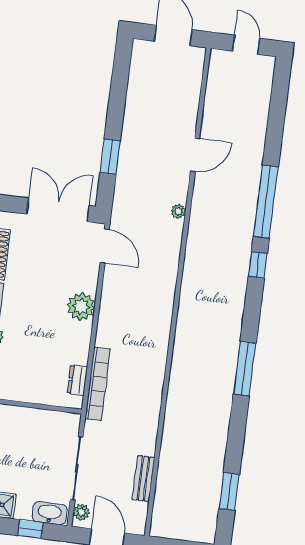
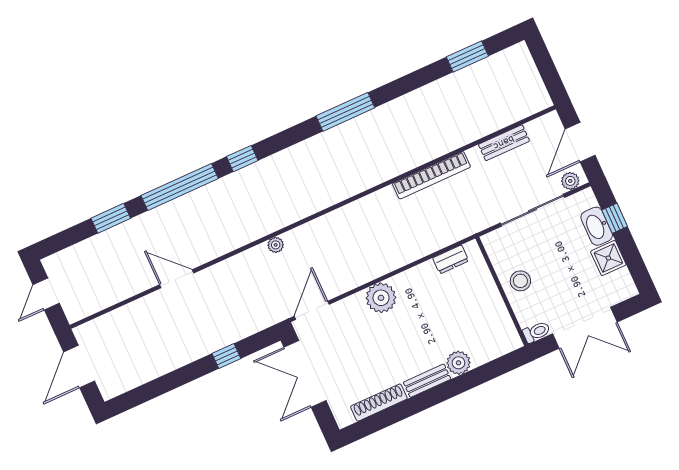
window: (275, 132) -> (111, 218), added
window: (110, 157) -> (226, 356), width x0.67
plant: (178, 211) -> (276, 245), moved
bookcase: (98, 384) -> (431, 175), moved, turned 180
stool: (27, 425) -> (520, 281), added
washbasin: (50, 513) -> (597, 226), moved

